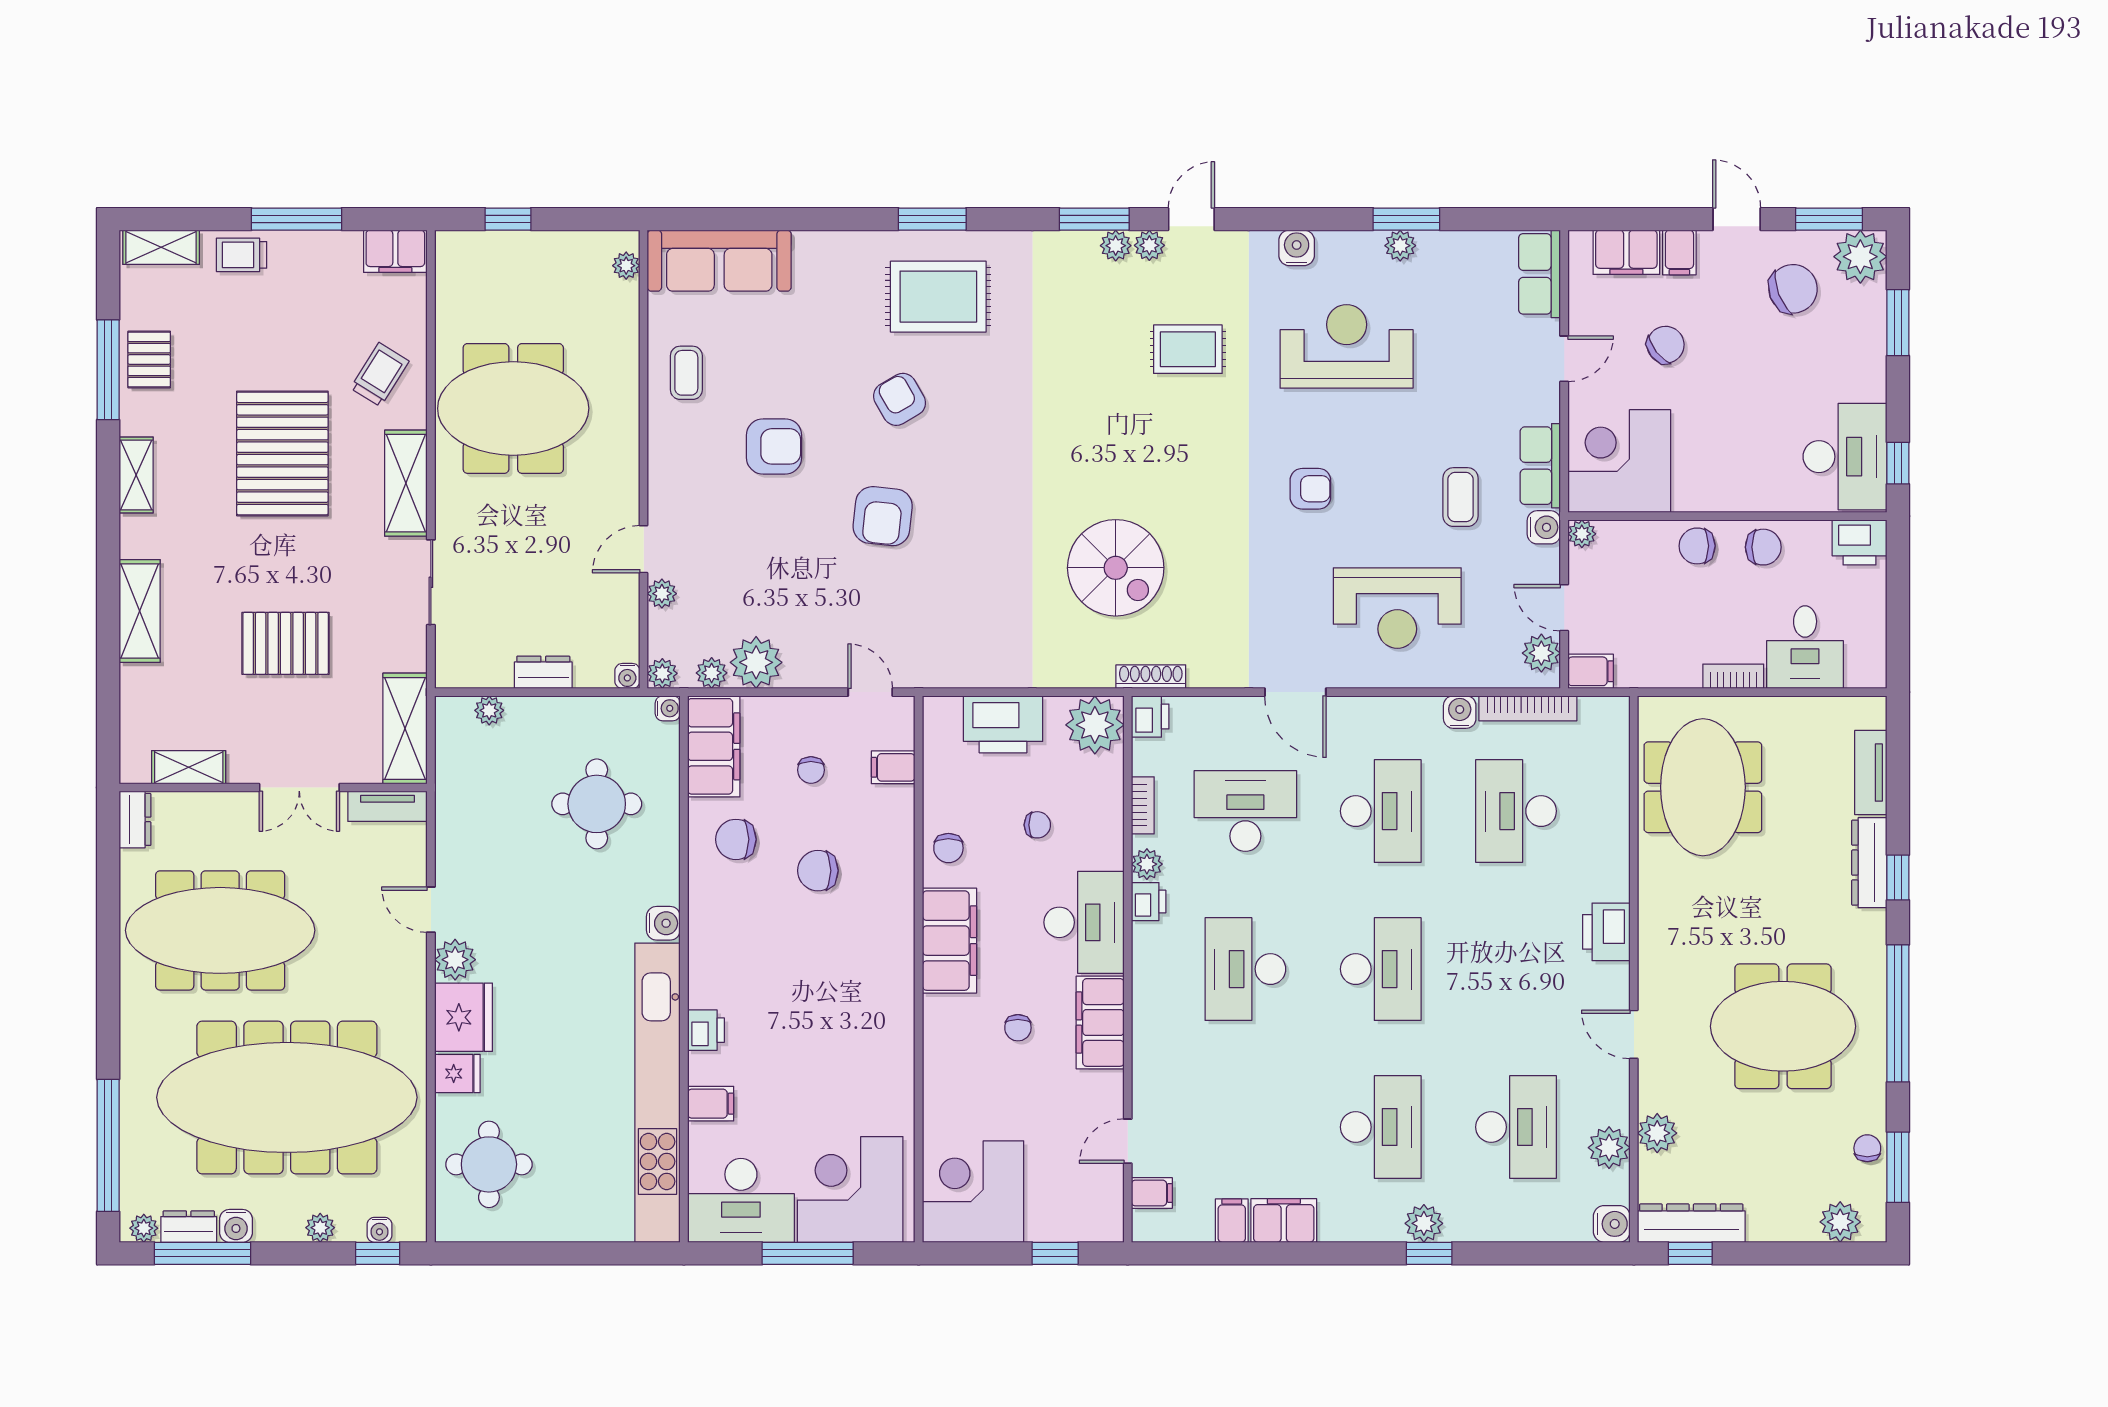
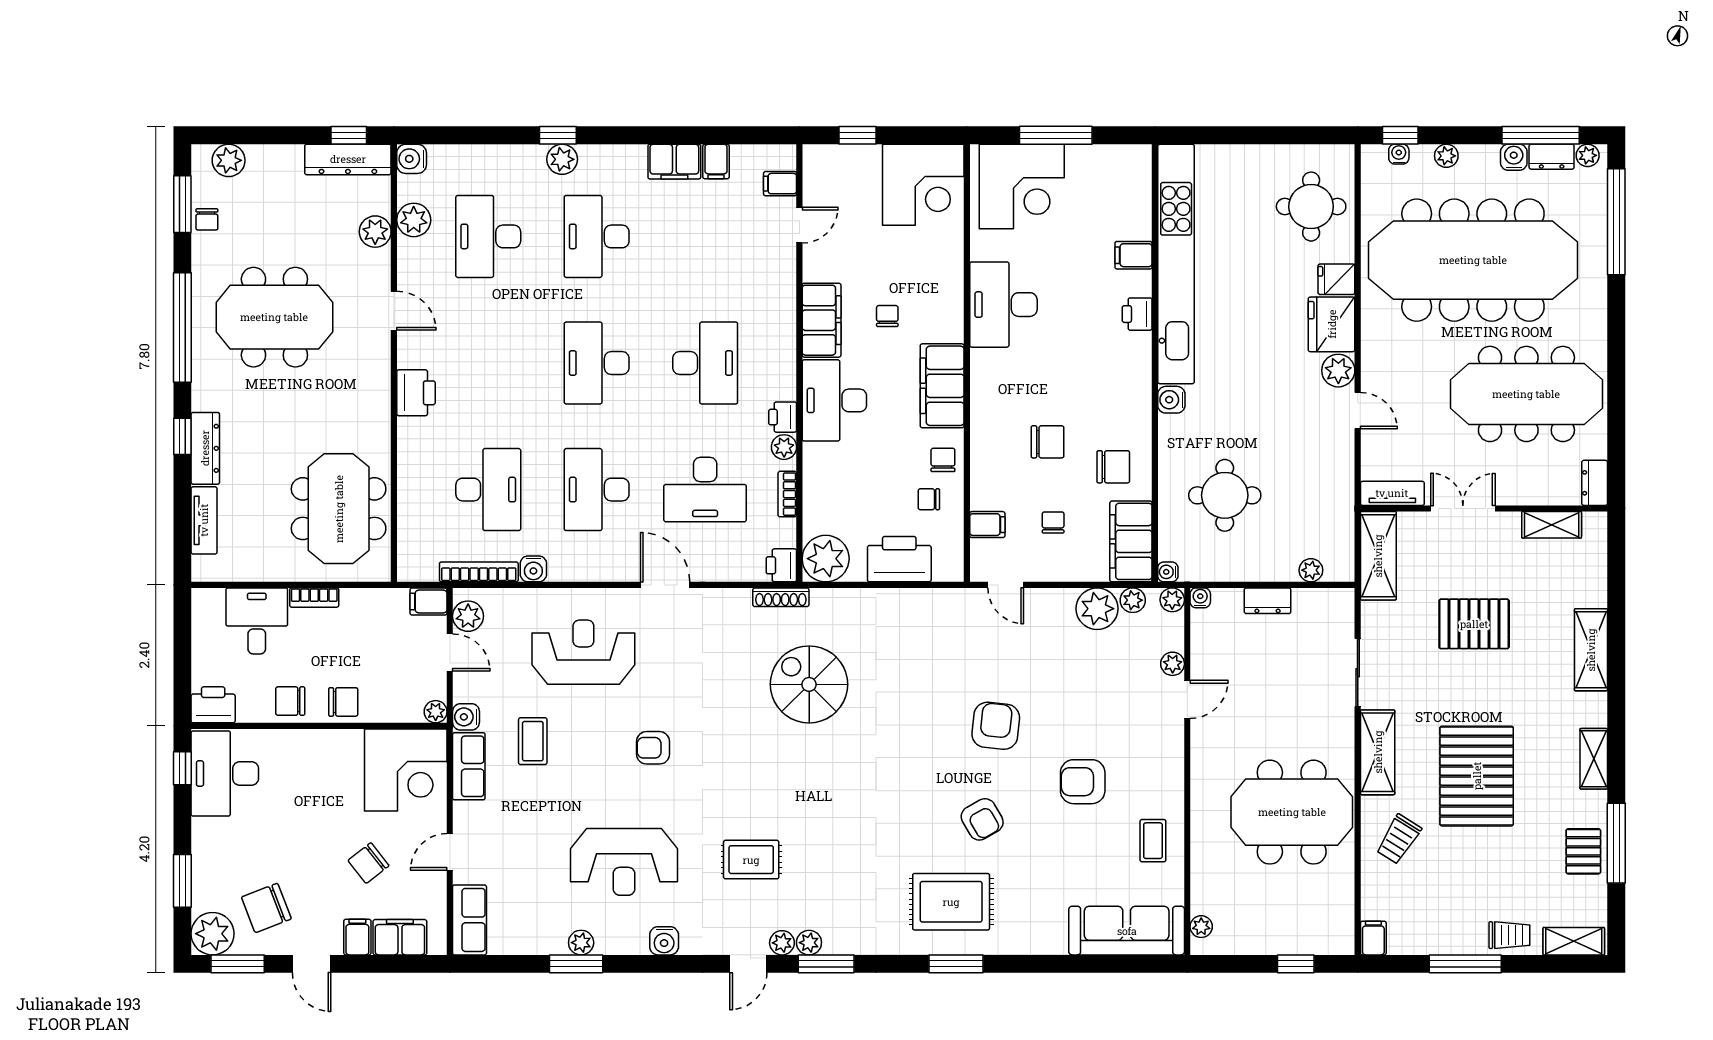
filing cabinet: (395, 251) -> (1373, 938), width x0.50
chair: (1037, 825) -> (929, 499), moved
desk: (741, 1200) -> (1003, 305), moved, turned -90

